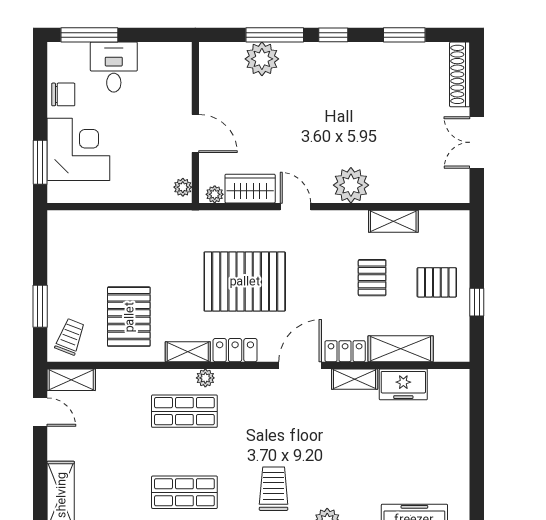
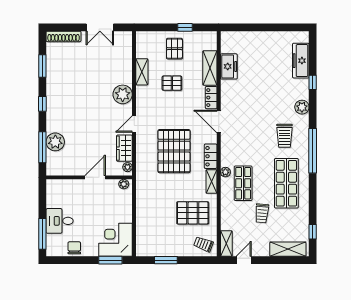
window: (275, 35) -> (42, 147), moved
corner desk: (78, 149) -> (115, 240), moved
window: (40, 306) -> (166, 260), moved
shelving: (355, 379) -> (226, 92), removed
trolley: (128, 446) -> (262, 213), added
trolley: (274, 489) -> (284, 136), turned -90
shop shelf: (184, 492) -> (286, 183), width x1.43, depth x1.36

